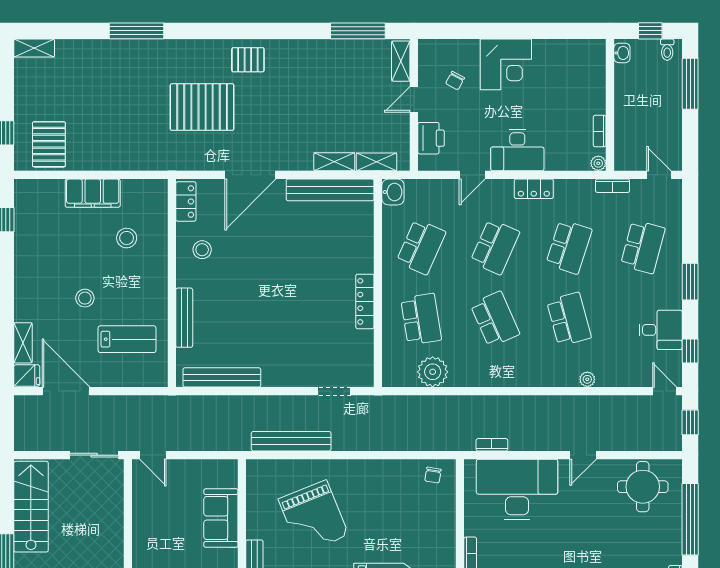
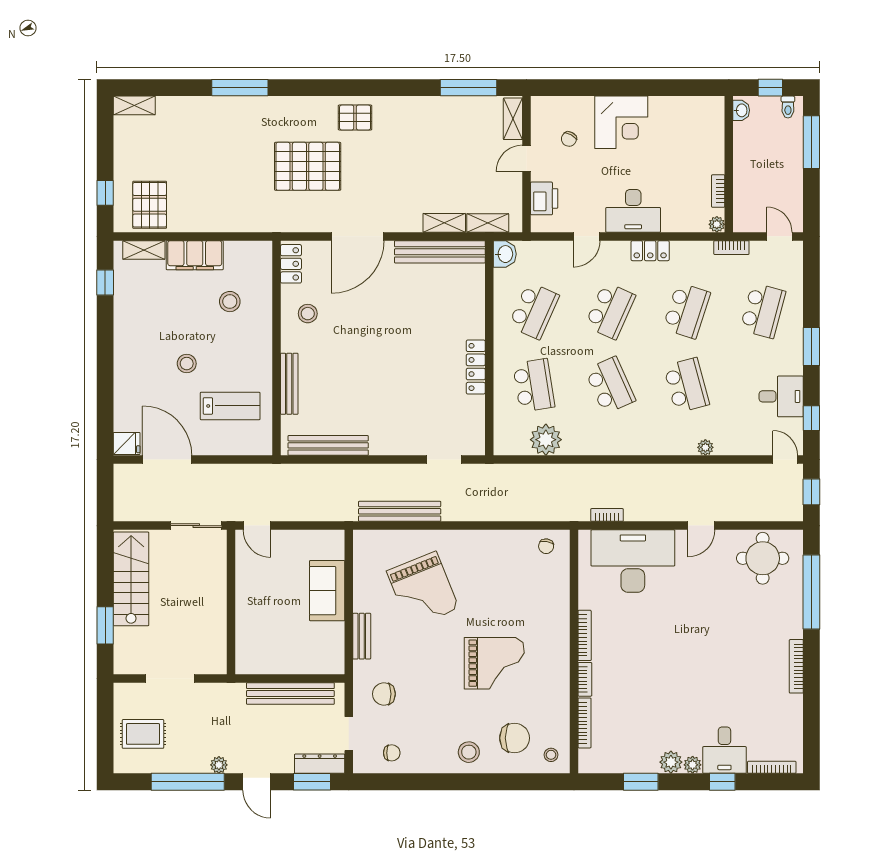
shelving: (23, 343) -> (144, 250), moved, turned 90

